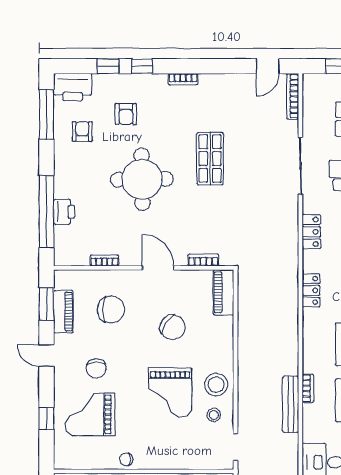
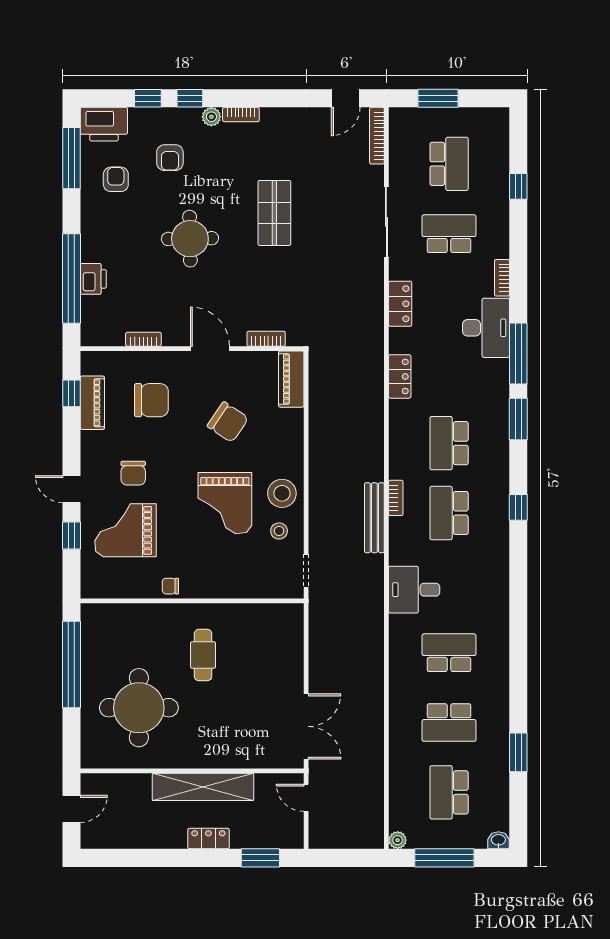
plant: (159, 81) -> (211, 117), added
round table: (142, 179) -> (190, 239), width x0.73, depth x0.73
window: (46, 304) -> (71, 393), width x0.67
door: (46, 356) -> (71, 489), moved

